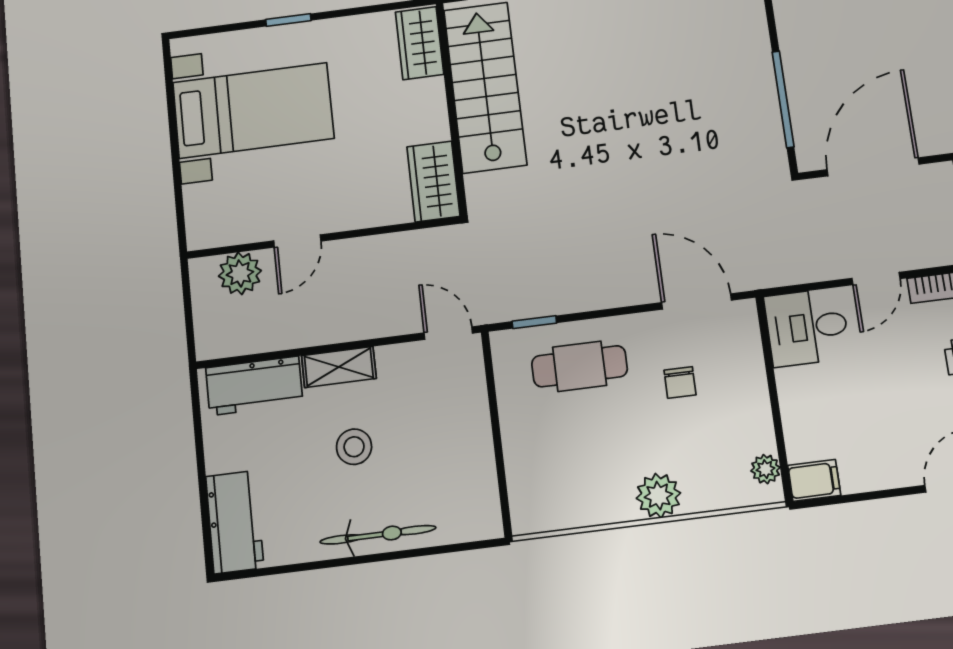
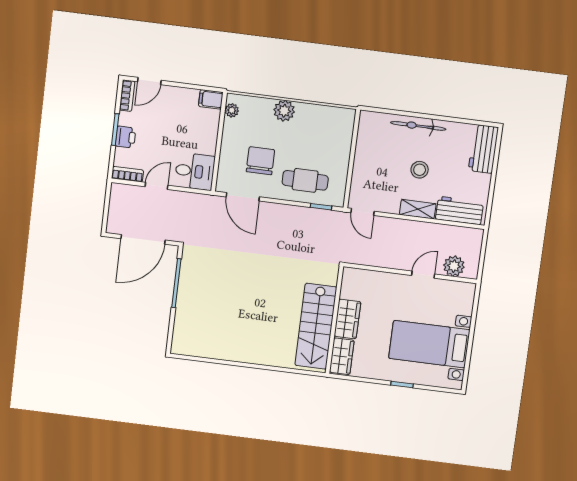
wardrobe: (433, 181) -> (347, 319), moved
chair: (680, 382) -> (260, 161), width x1.87, depth x1.87

